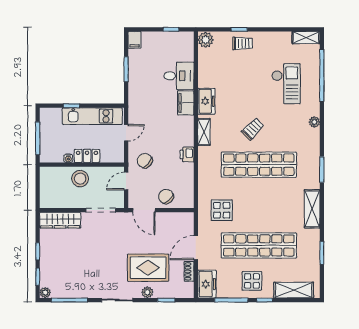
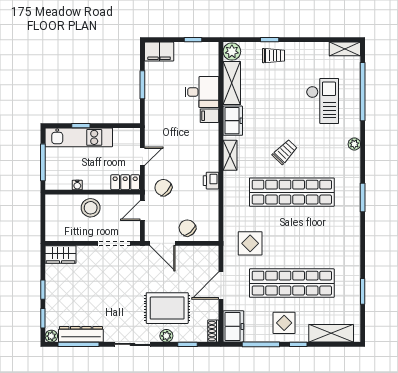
filing cabinet: (135, 40) -> (159, 52), width x2.00
filing cabinet: (186, 103) -> (209, 116), width x0.50
kitchen unit: (92, 116) -> (79, 137), moved
locker: (87, 156) -> (125, 182), moved
shelving: (312, 209) -> (232, 83), moved
wardrobe: (60, 220) -> (60, 255), width x0.67
shoe rack: (189, 271) -> (213, 331), moved
dresser: (71, 291) -> (81, 334), added

